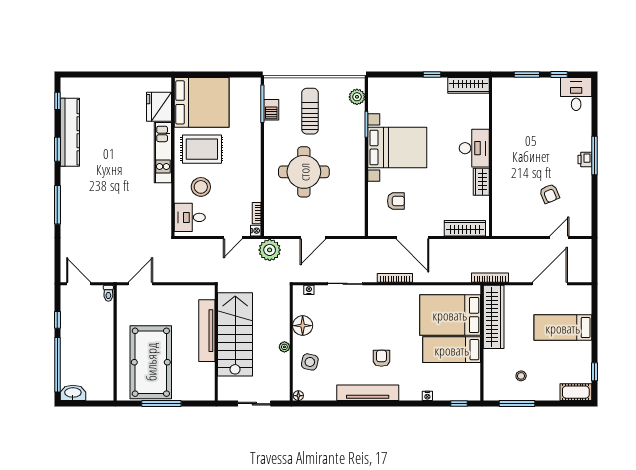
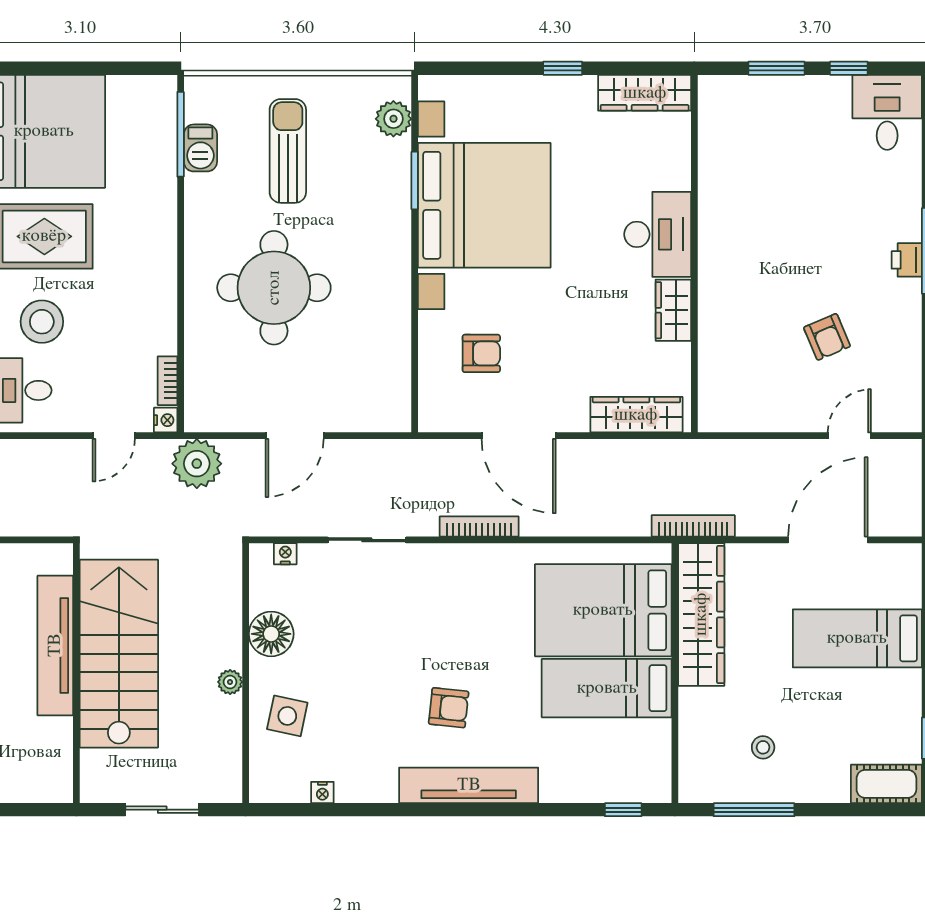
bed with nightstands: (397, 147) -> (484, 205), width x1.36
armchair: (381, 358) -> (449, 708), turned 96
tv unit: (368, 393) -> (469, 785), moved
floor lamp: (298, 396) -> (261, 792), removed
nightstand: (427, 396) -> (322, 793), moved

